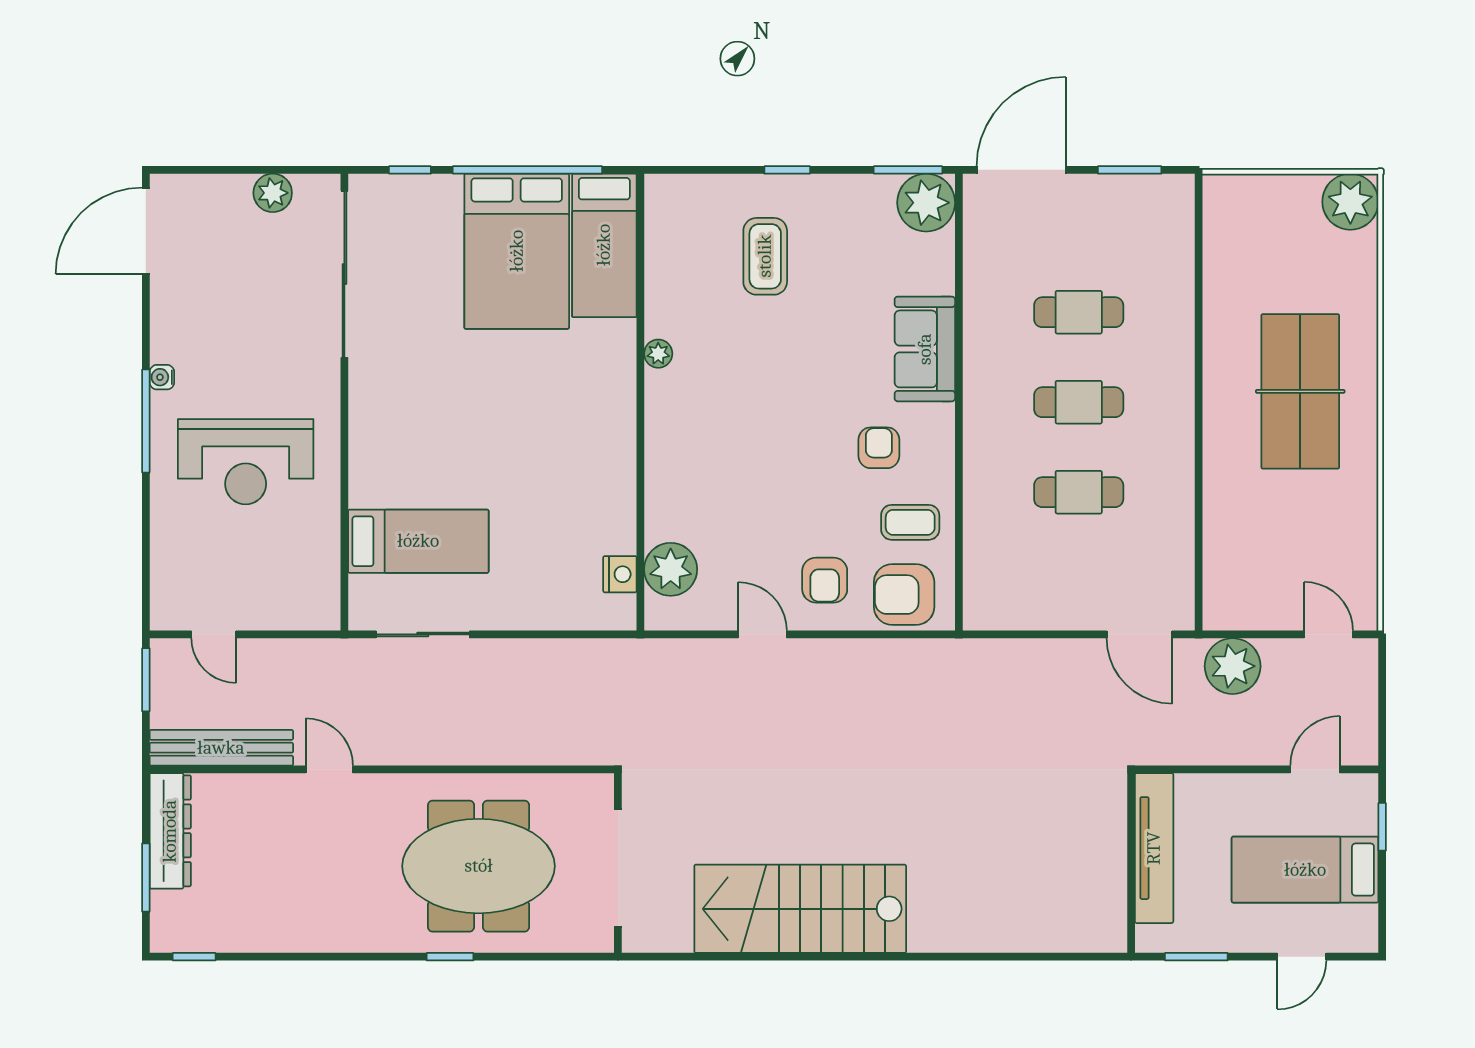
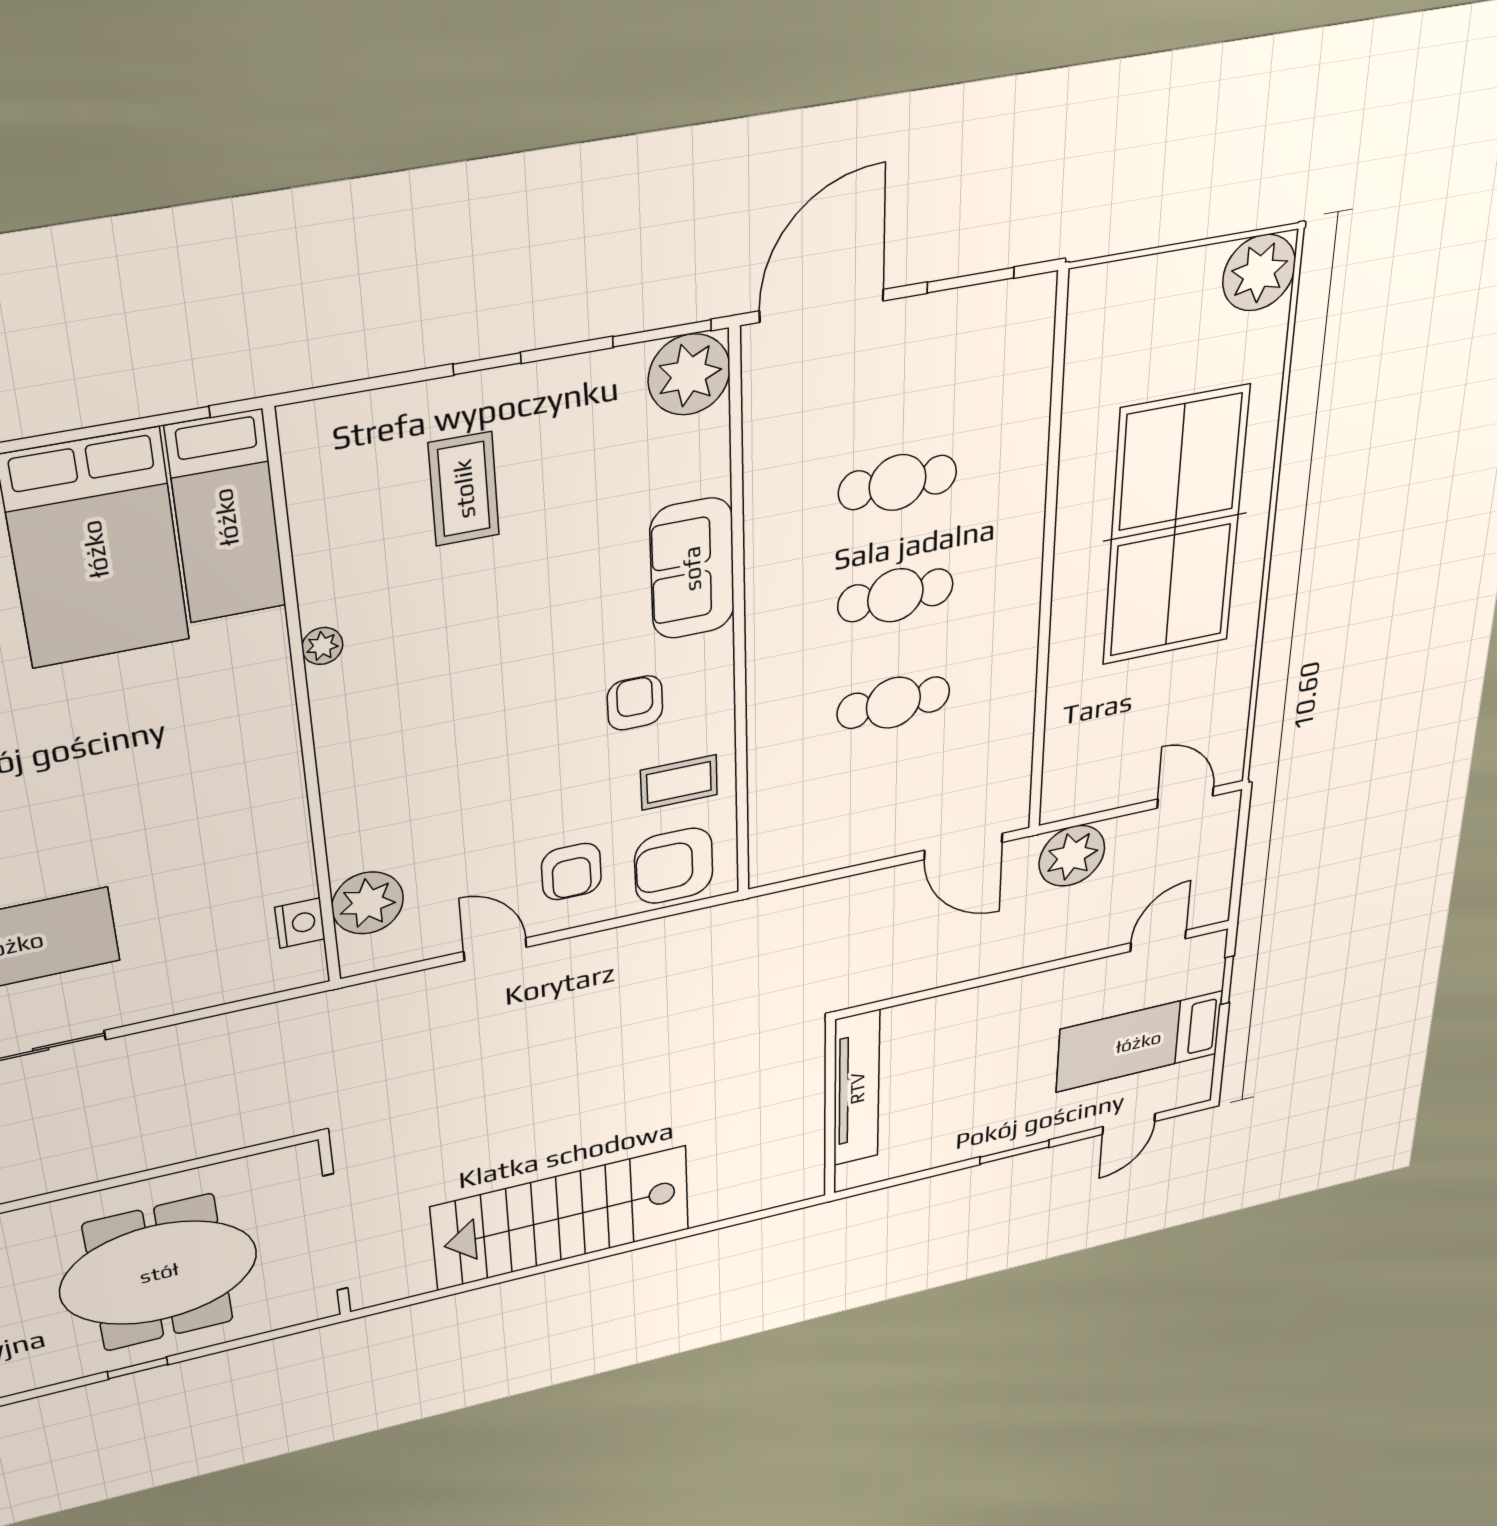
table tennis table: (1300, 391) -> (1175, 527), width x1.36, depth x1.32
tv unit: (1154, 848) -> (857, 1088), moved
wall: (1131, 863) -> (830, 1109), moved

